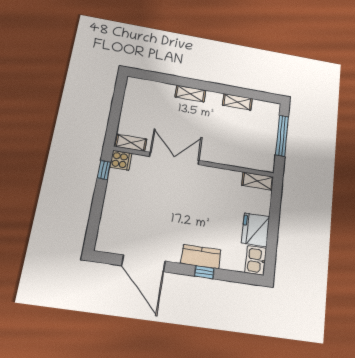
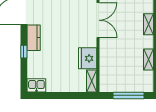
fridge: (256, 230) -> (88, 58), moved, turned -90
kitchen counter: (201, 257) -> (34, 38), moved

